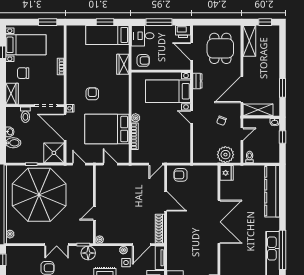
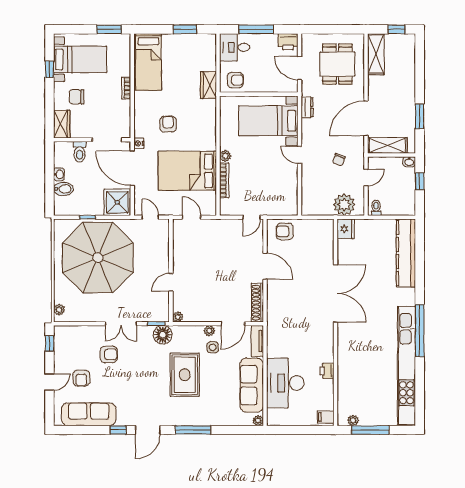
bed: (107, 35) -> (148, 62), moved, turned -90

